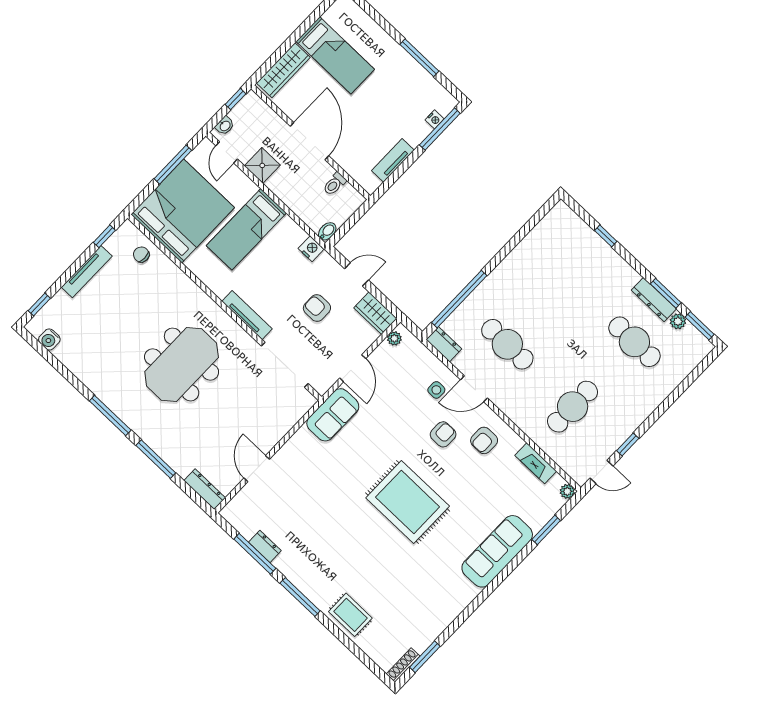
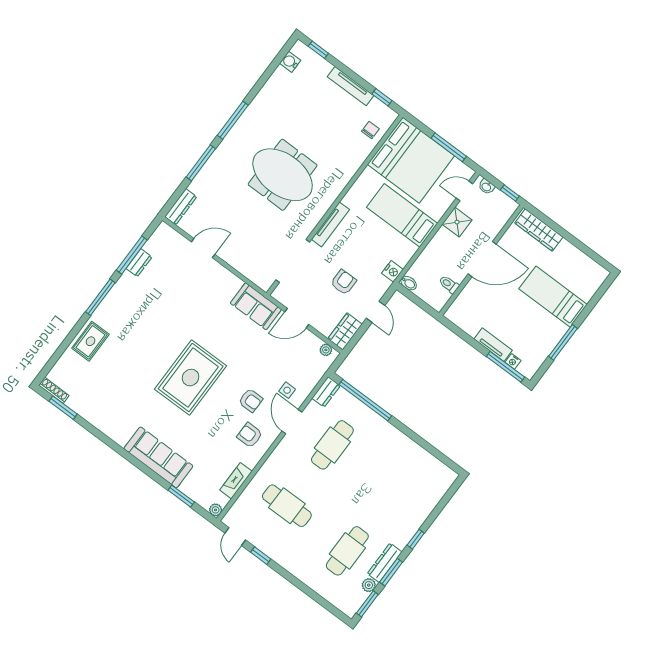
bed: (335, 55) -> (553, 297), moved, turned 90
tv unit: (393, 160) -> (493, 345), moved
window: (606, 236) -> (416, 539), moved

